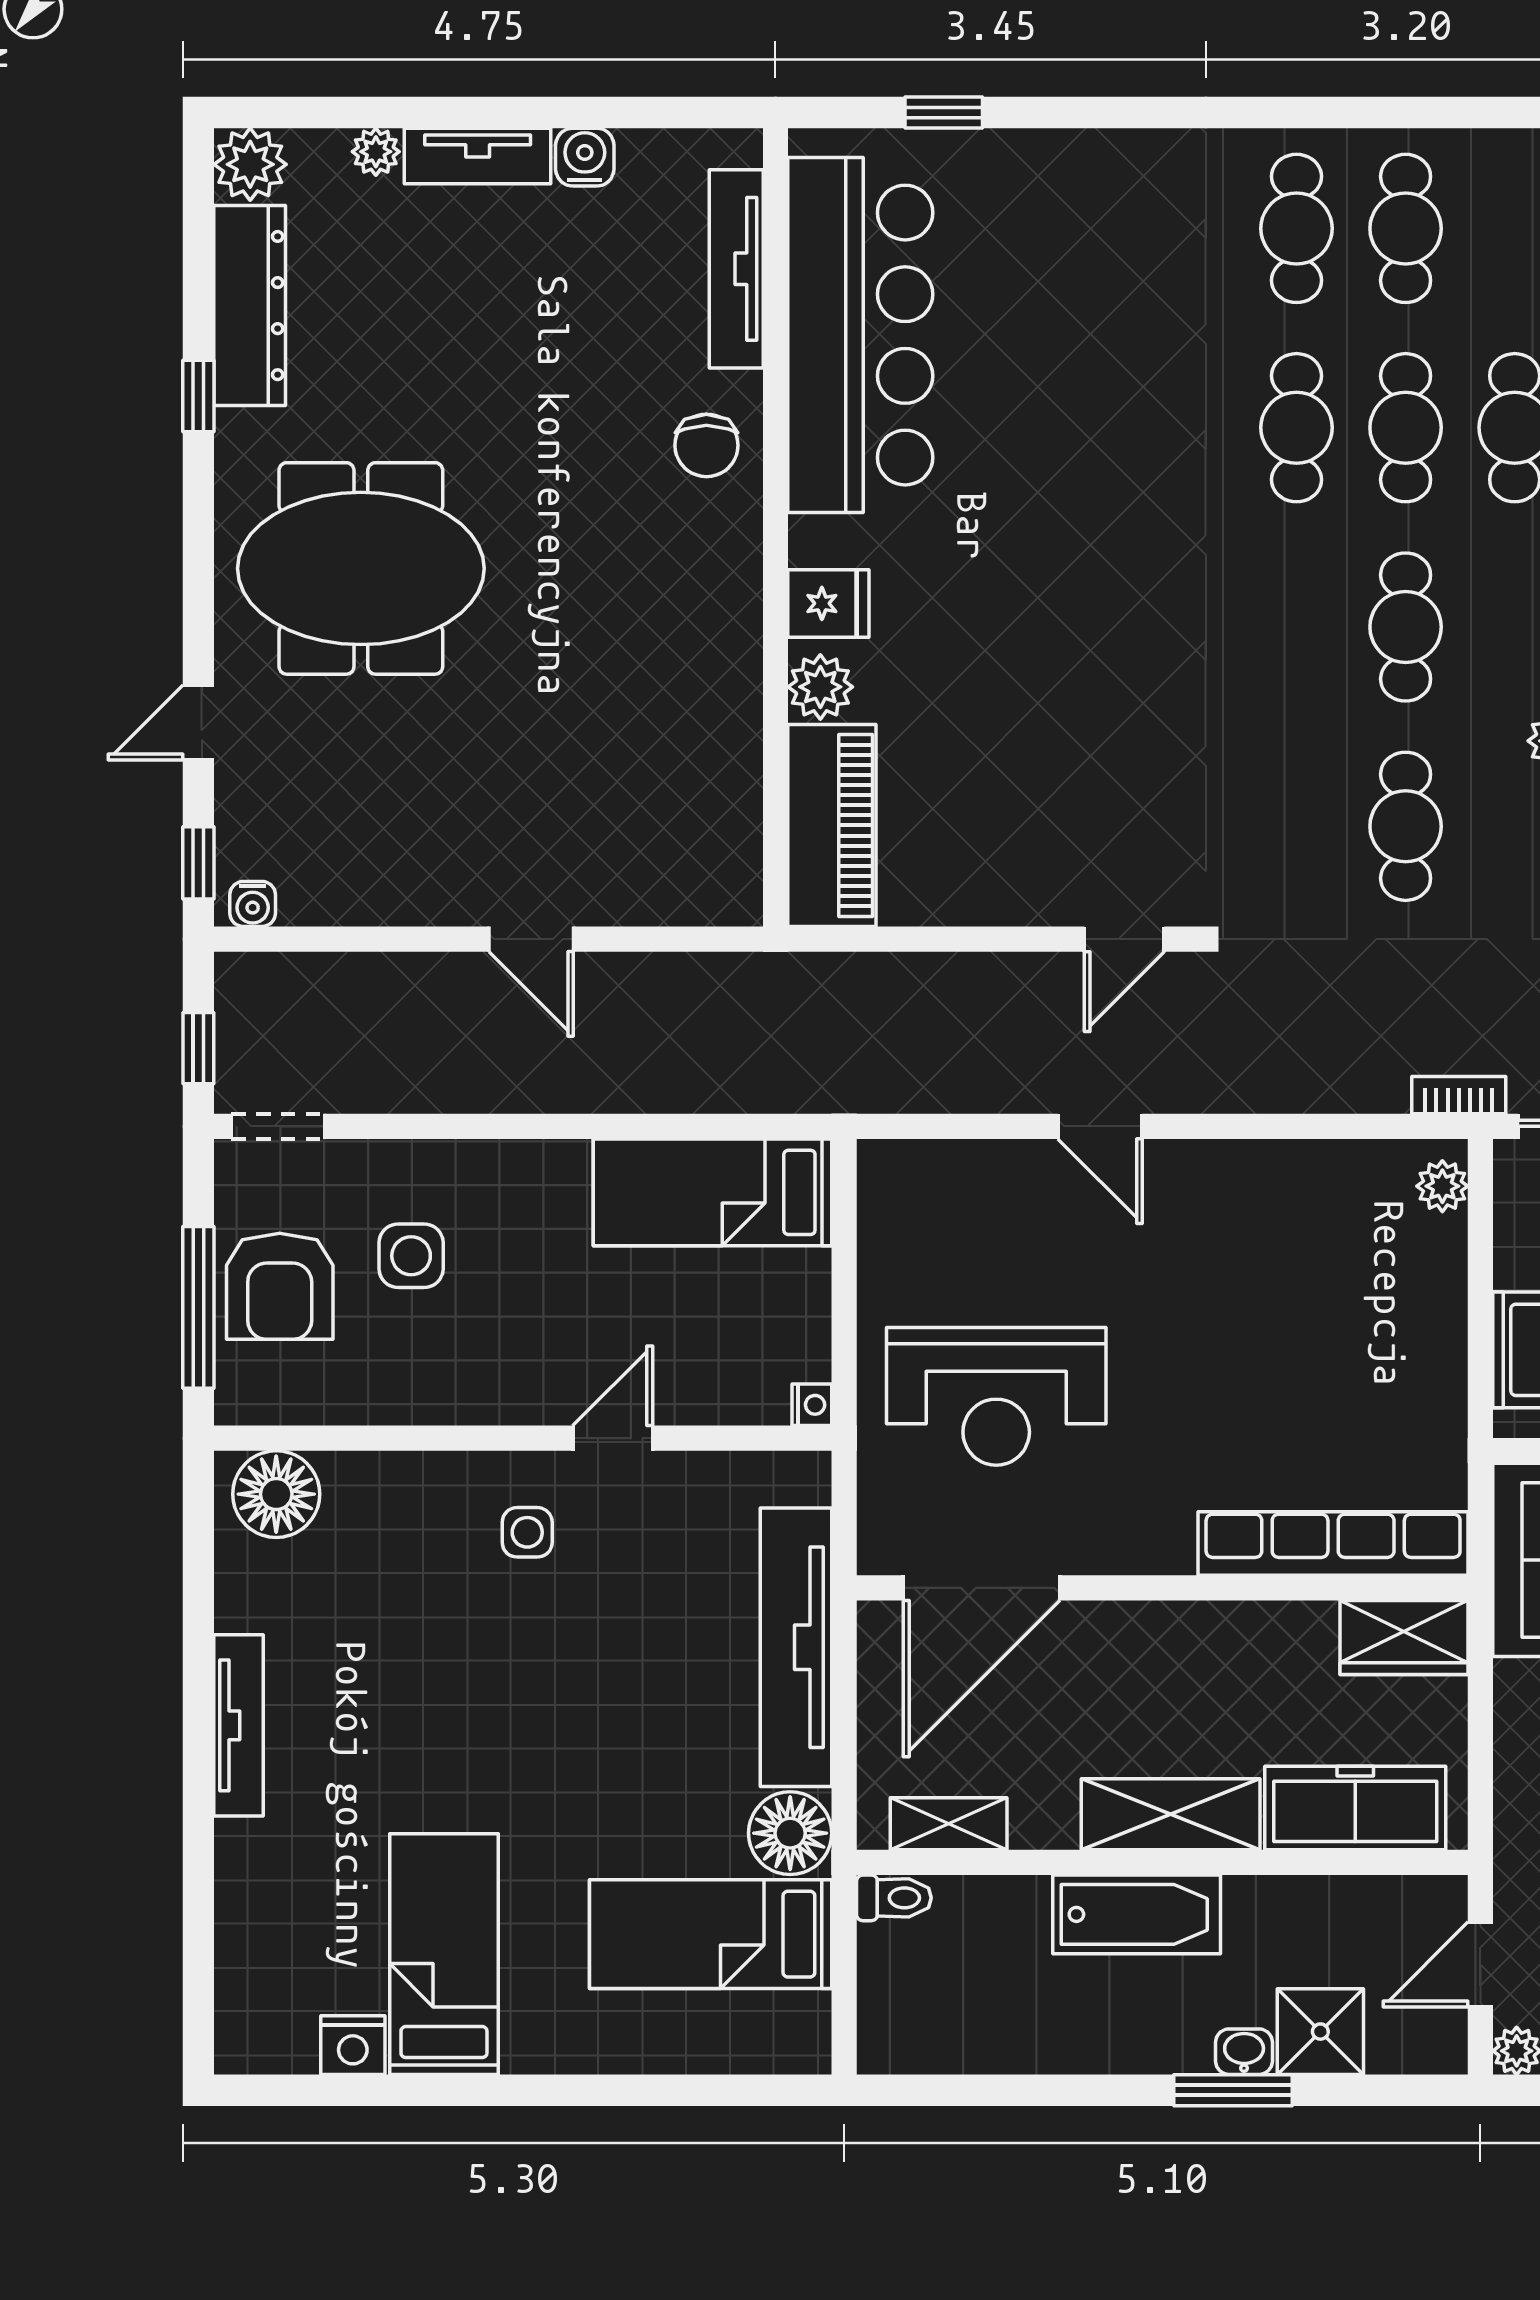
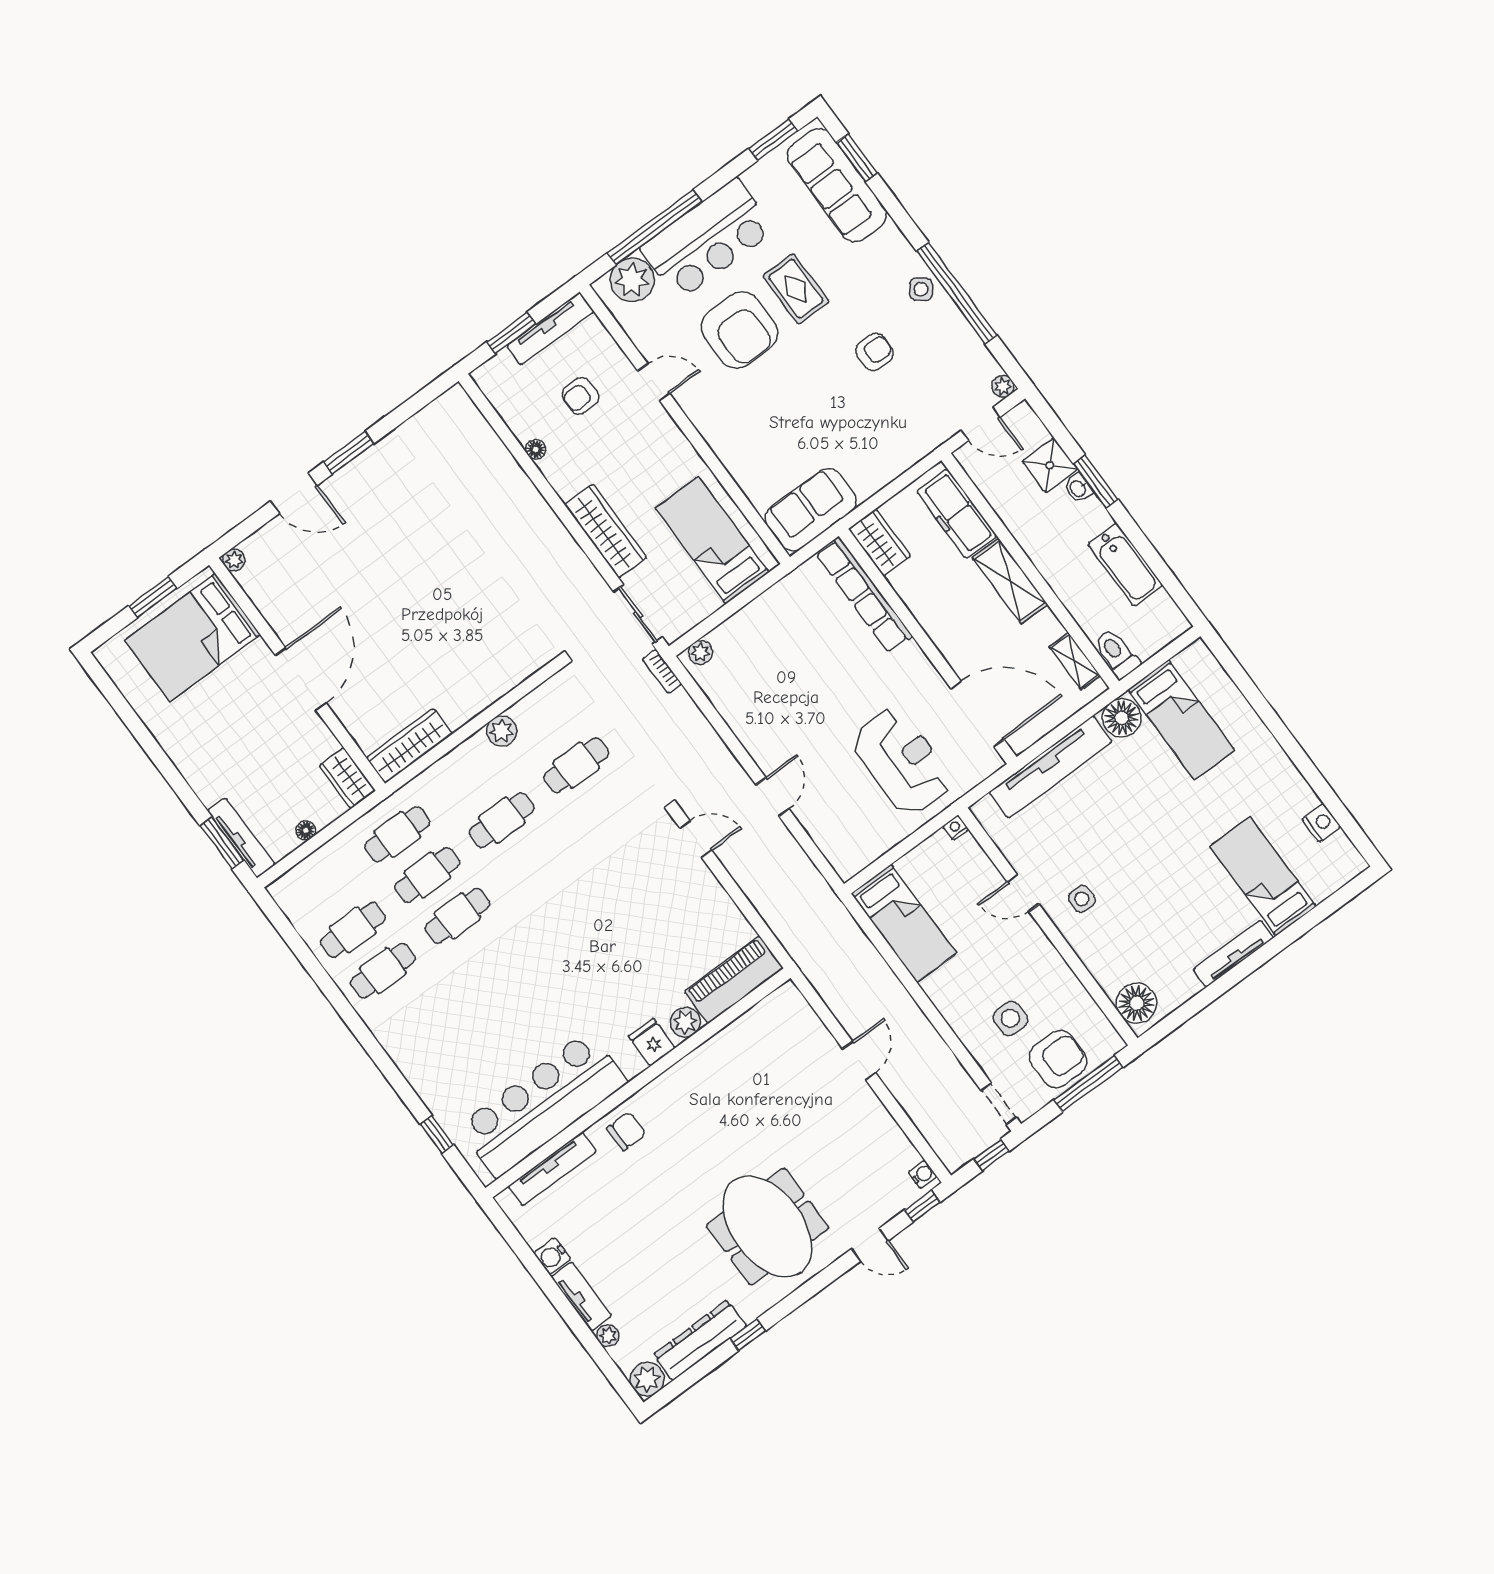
toilet: (894, 1898) -> (1117, 654), width x1.37, depth x1.39
bathtub: (1137, 1914) -> (1125, 565), moved, turned 180
bed: (444, 1954) -> (1263, 876), moved, turned 90

